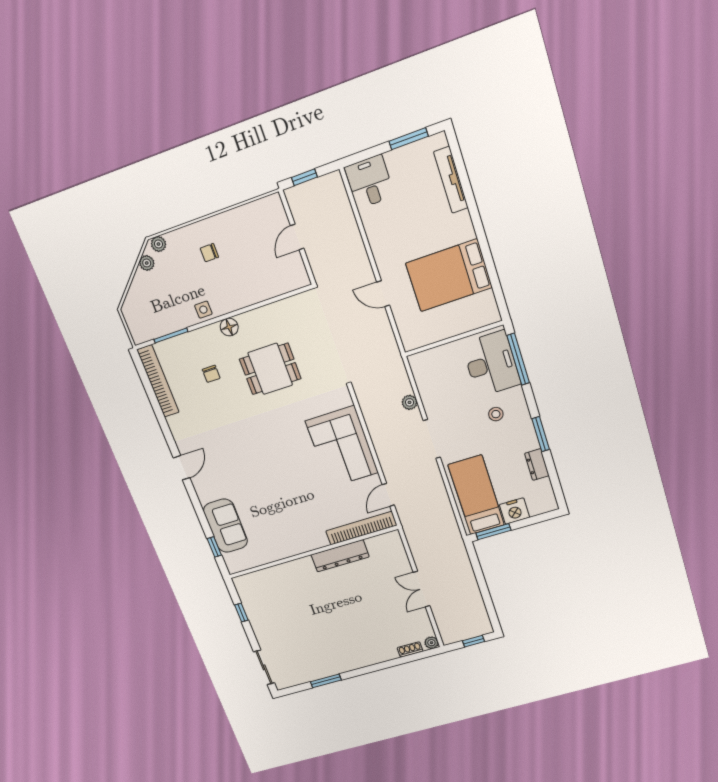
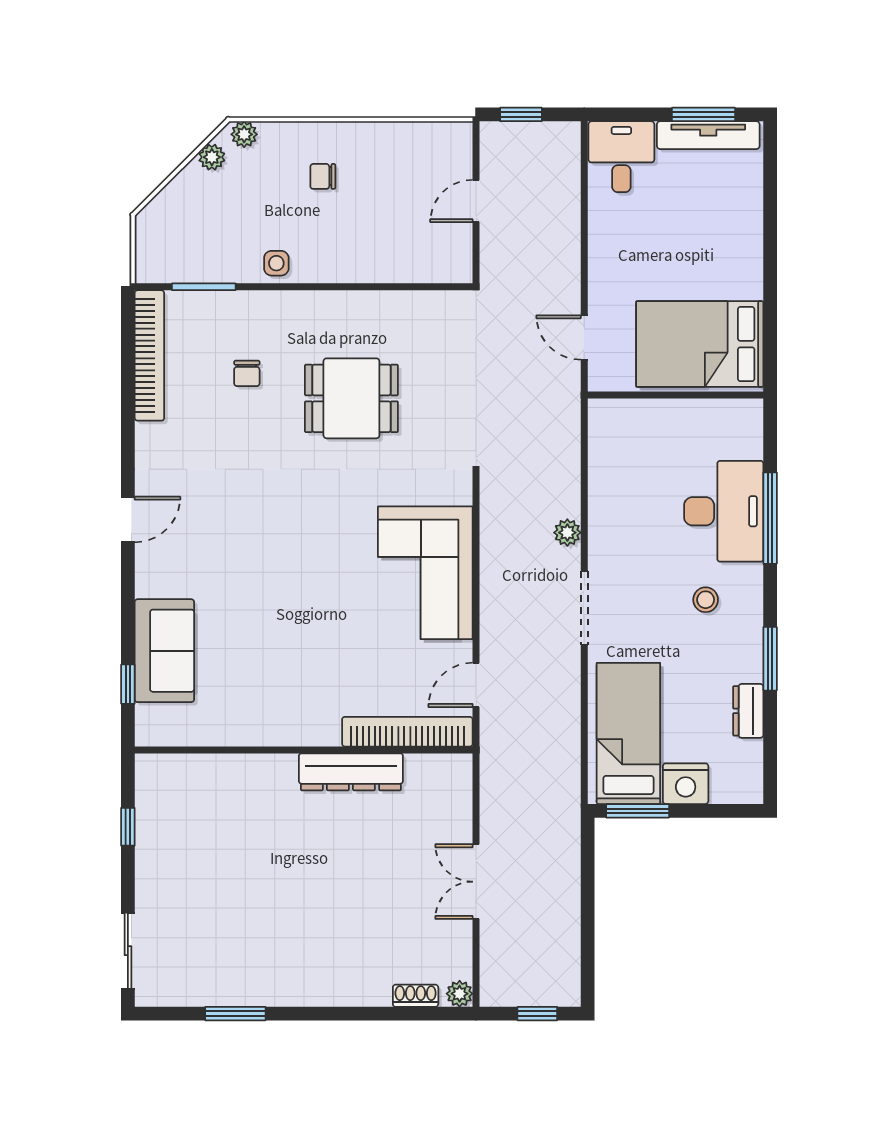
tv unit: (451, 180) -> (708, 135), moved, turned -90
floor lamp: (229, 327) -> (309, 306), removed
wall: (454, 339) -> (675, 395), moved

